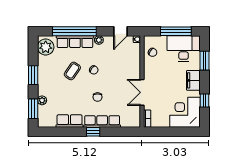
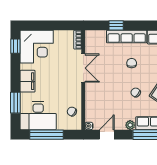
window: (205, 100) -> (15, 46), moved
window: (93, 132) -> (116, 25), moved

